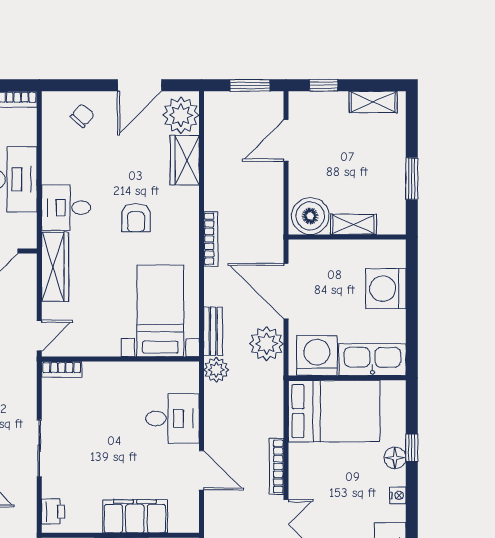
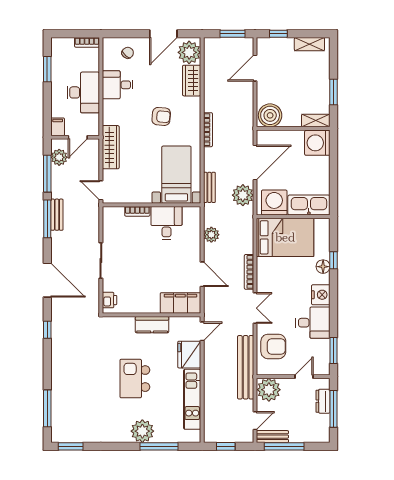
desk: (66, 208) -> (118, 85), moved
armchair: (136, 218) -> (161, 116), turned -85
shelving: (353, 224) -> (316, 121), moved
washing machine: (386, 289) -> (317, 143), moved
door: (286, 291) -> (255, 162), swing flipped
door: (39, 336) -> (101, 190), swing flipped
bookcase: (62, 369) -> (137, 211), moved
plant: (216, 370) -> (211, 235), moved
desk: (172, 418) -> (166, 223), moved, turned -90
nightstand: (398, 495) -> (321, 295), width x1.89, depth x1.79
filing cabinet: (135, 516) -> (180, 303), moved

